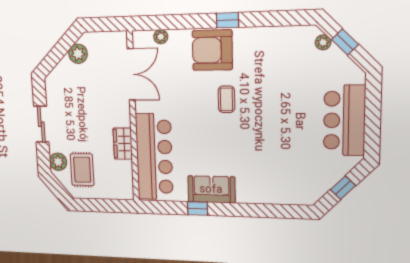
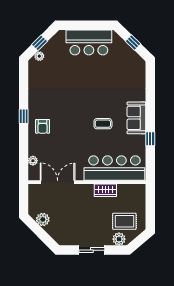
armchair: (212, 50) -> (43, 126), width x0.53, depth x0.53
coffee table: (226, 99) -> (103, 124), moved
sofa: (211, 189) -> (136, 118), moved

